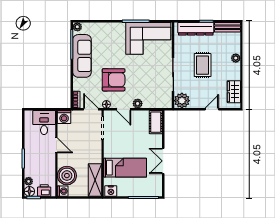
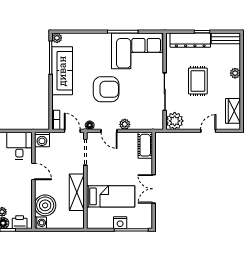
armchair: (114, 80) -> (106, 89), moved
shelving: (95, 180) -> (77, 192), moved
nightstand: (111, 191) -> (120, 223), moved

